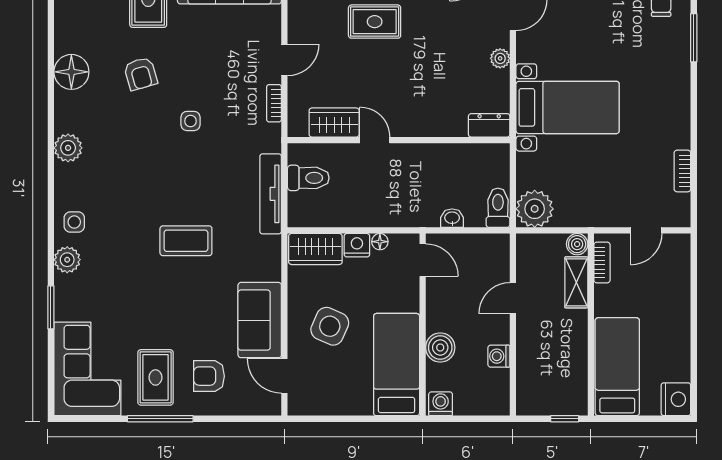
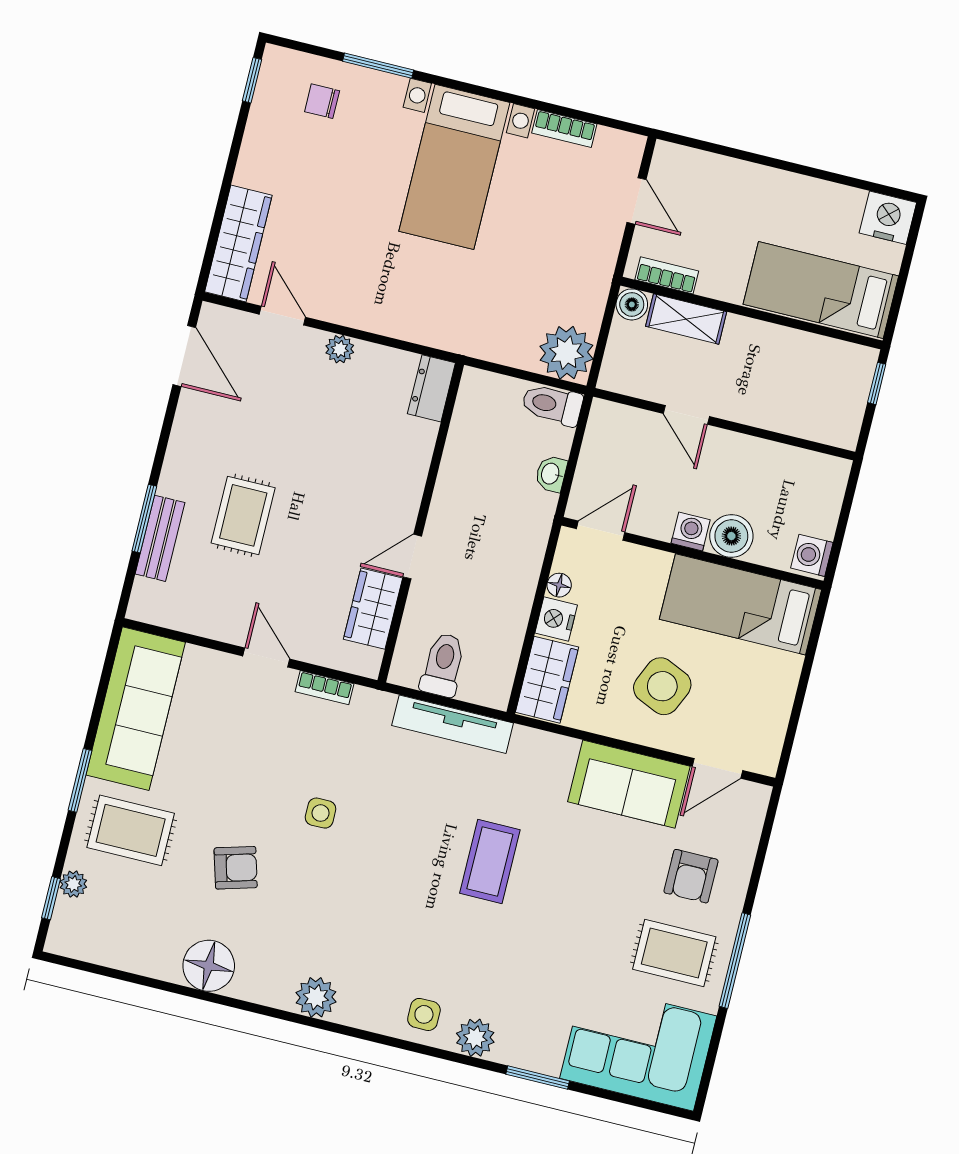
bed with nightstands: (568, 107) -> (454, 167), moved, turned 180
washing machine: (499, 356) -> (691, 532), moved, turned 180

